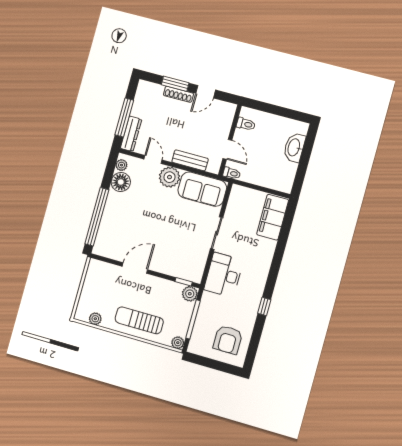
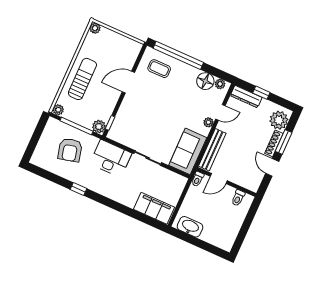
plant: (152, 93) -> (279, 120), added
window: (124, 118) -> (261, 93), width x0.46
washbasin: (294, 147) -> (190, 227), moved
bench: (190, 160) -> (212, 150), width x1.36
plant: (169, 177) -> (208, 122), width x0.53, depth x0.53
coffee table: (115, 236) -> (159, 69), added
door: (135, 268) -> (128, 82), swing flipped
plant: (95, 319) -> (95, 28), moved
armchair: (228, 340) -> (70, 150), moved, turned -104

